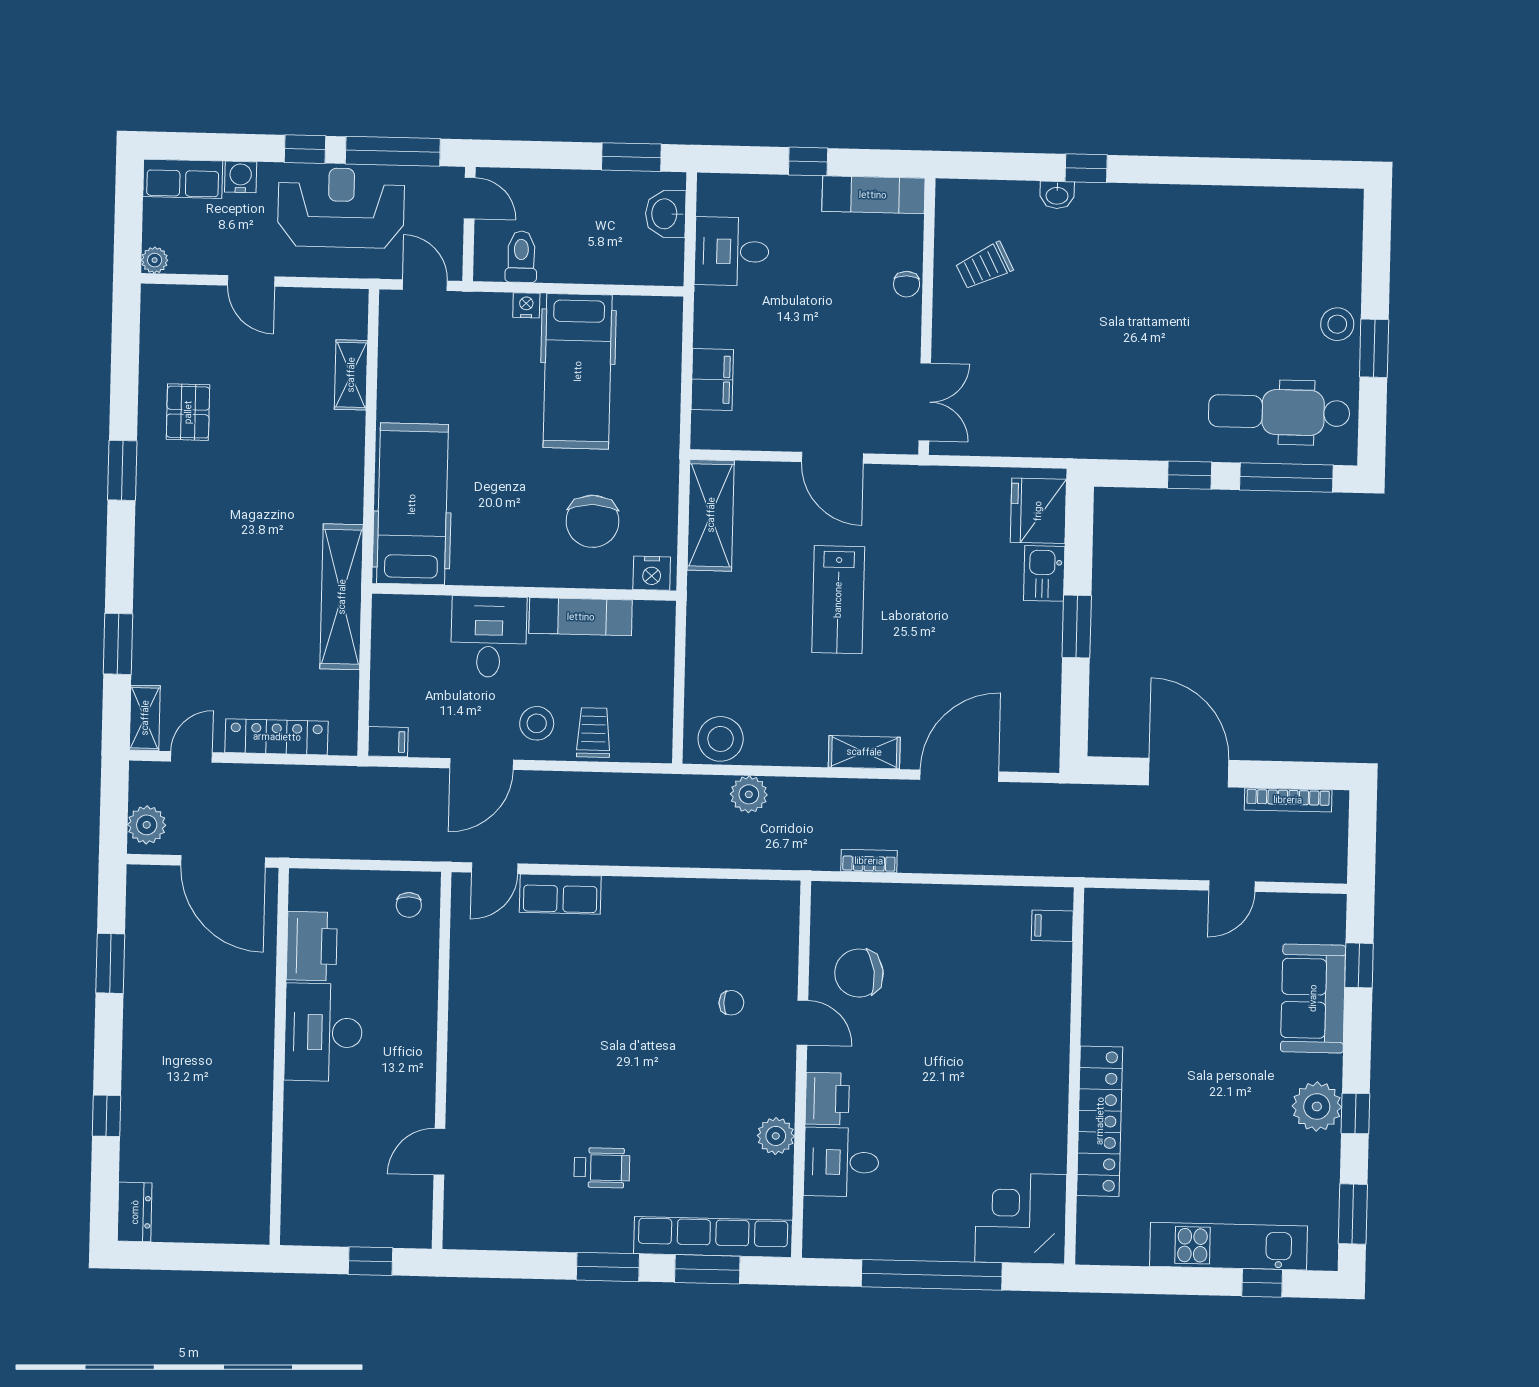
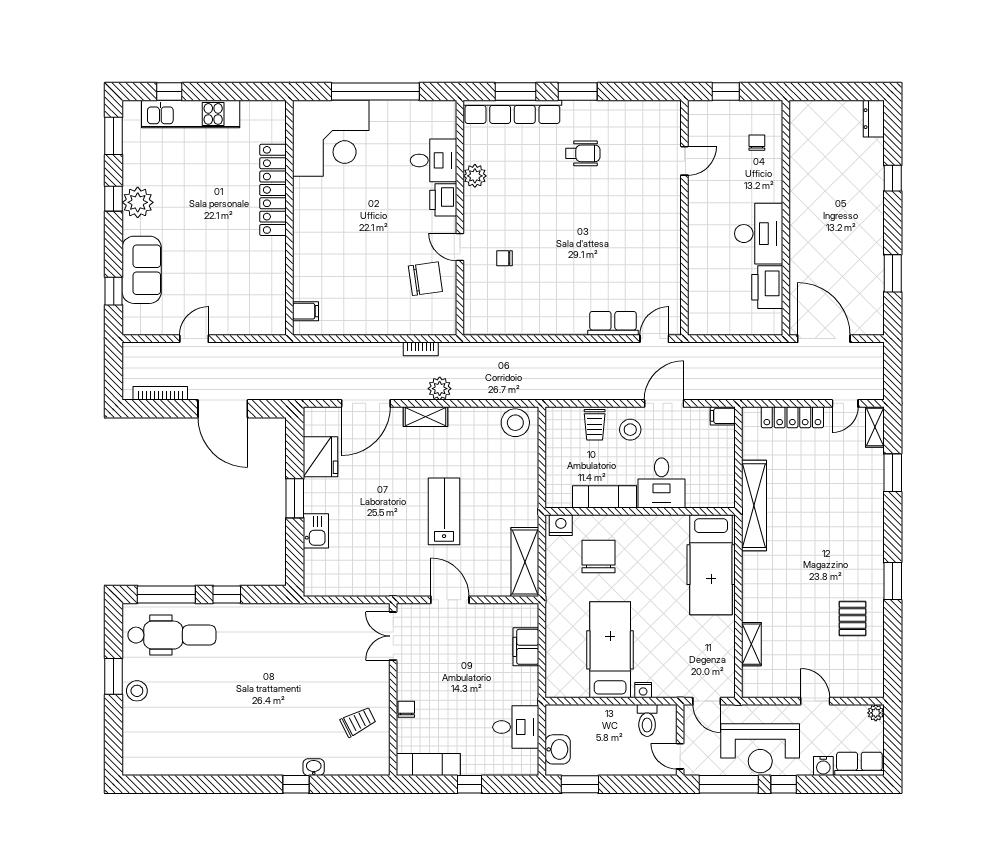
fridge: (1038, 511) -> (321, 457), moved
plant: (749, 794) -> (440, 389), moved
plant: (147, 825) -> (872, 360), removed
chair: (409, 905) -> (757, 143), moved
wheelchair: (602, 1168) -> (583, 153), turned 180
corner desk: (1021, 1218) -> (331, 138), width x1.36, depth x1.36

